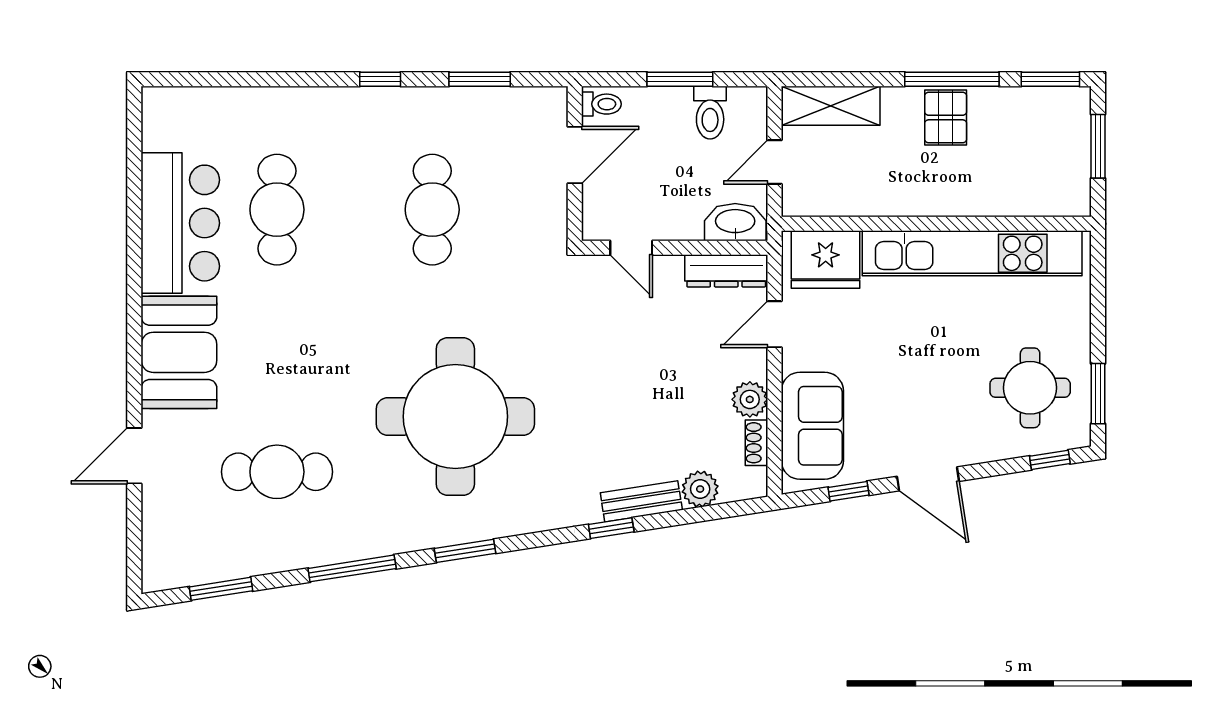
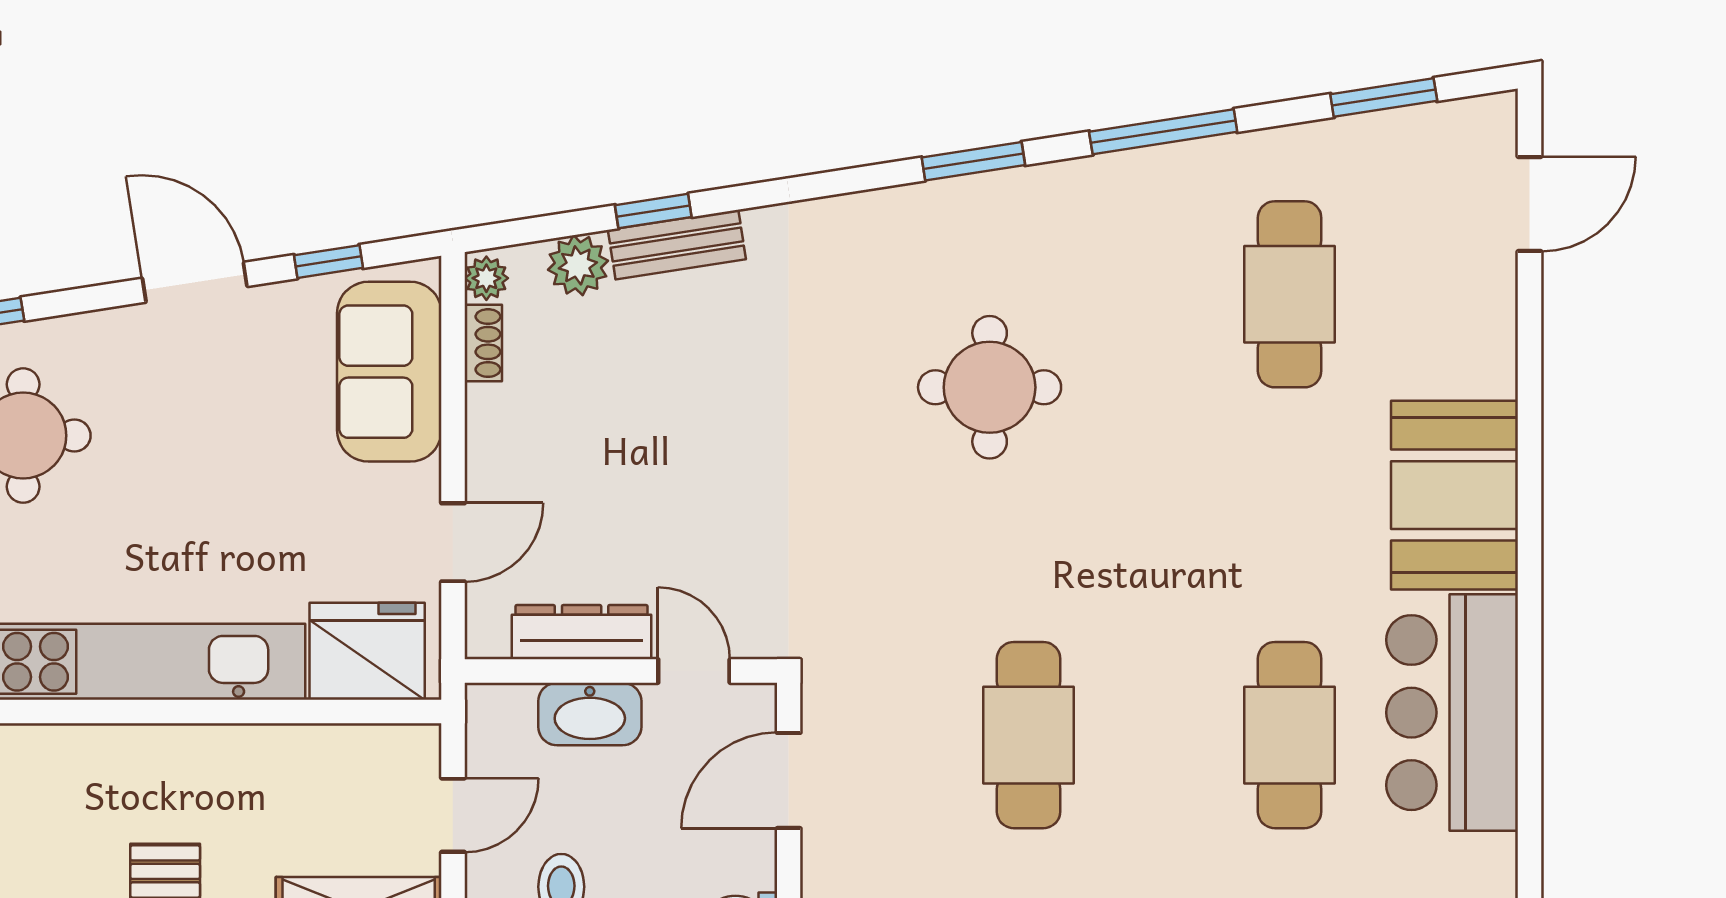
door: (575, 155) -> (789, 780), moved
washbasin: (735, 222) -> (590, 714), moved
dresser: (726, 271) -> (582, 632), moved
plant: (750, 399) -> (486, 278), moved, width x0.73, depth x0.73
round table: (455, 416) -> (990, 387), width x0.54, depth x0.54
door: (134, 456) -> (1529, 204), moved
cafe table: (277, 472) -> (1290, 294), turned 90
window: (611, 528) -> (653, 211), moved

